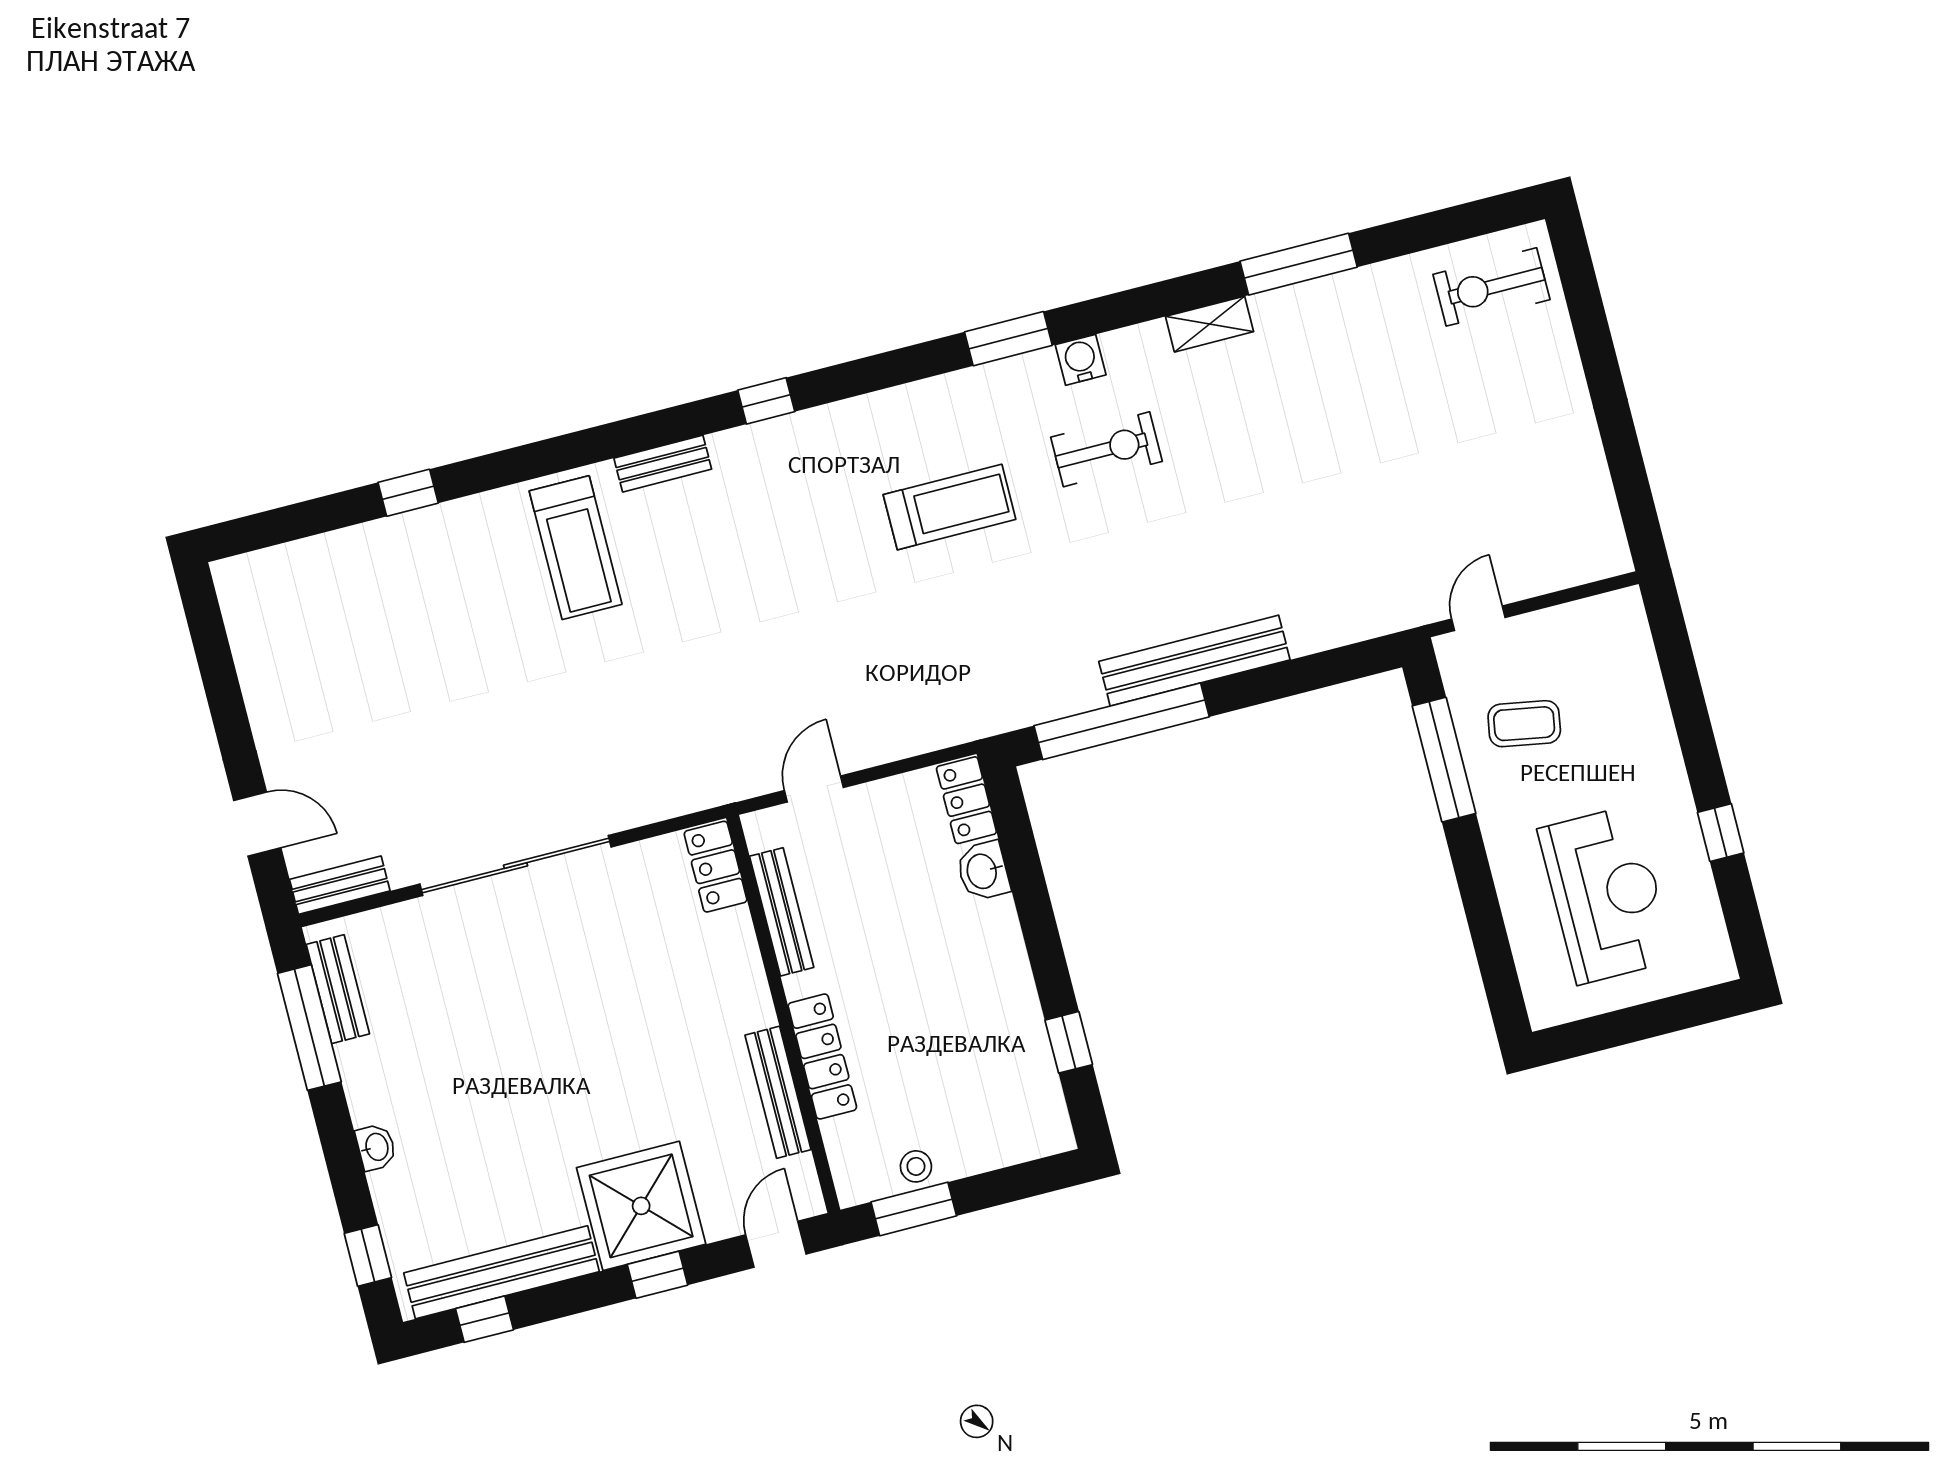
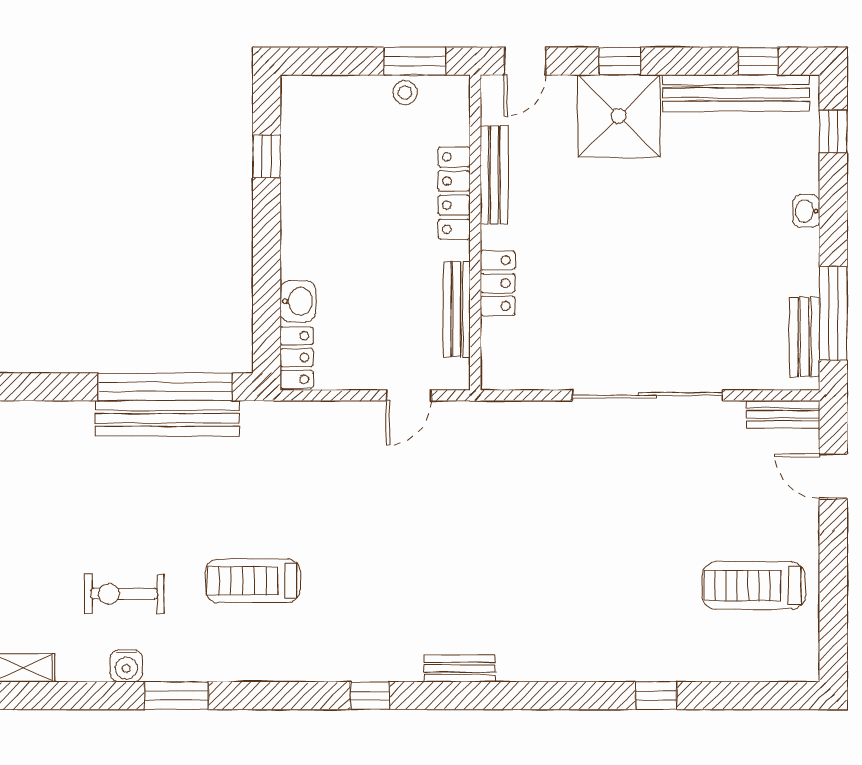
treadmill: (576, 548) -> (754, 585), moved, turned -90
bench: (1194, 661) -> (167, 418), moved
locker: (716, 867) -> (498, 283), moved

